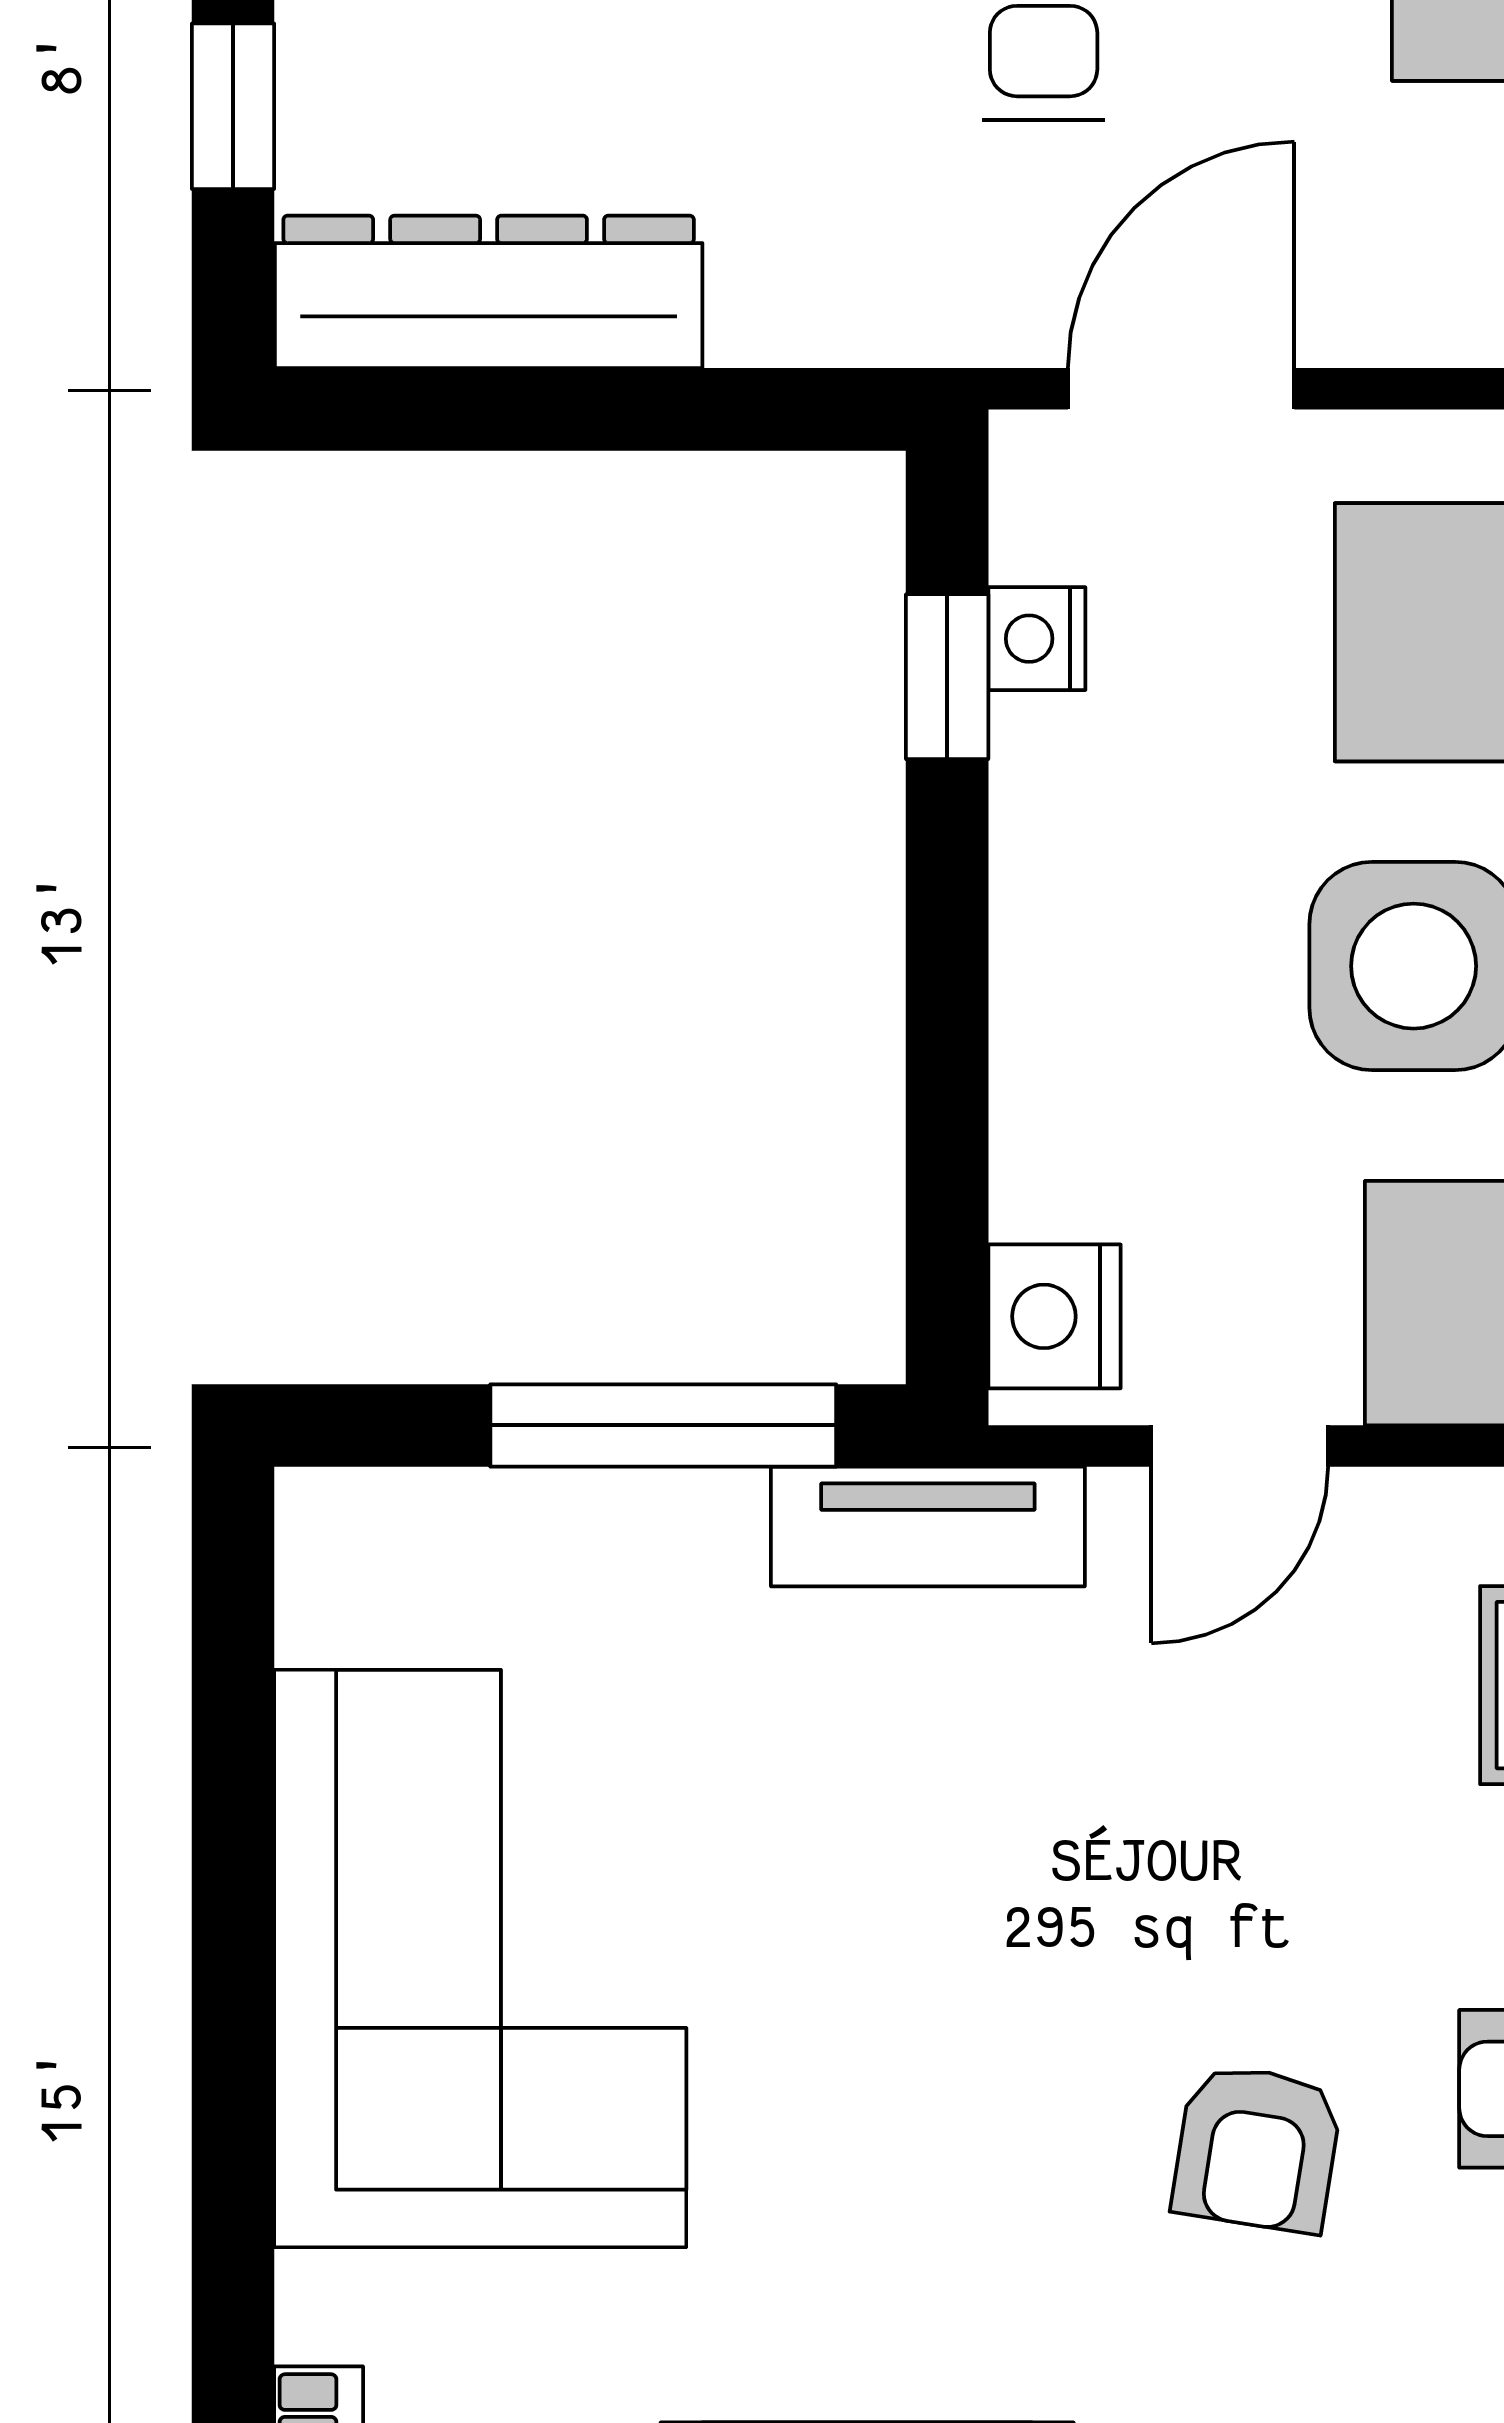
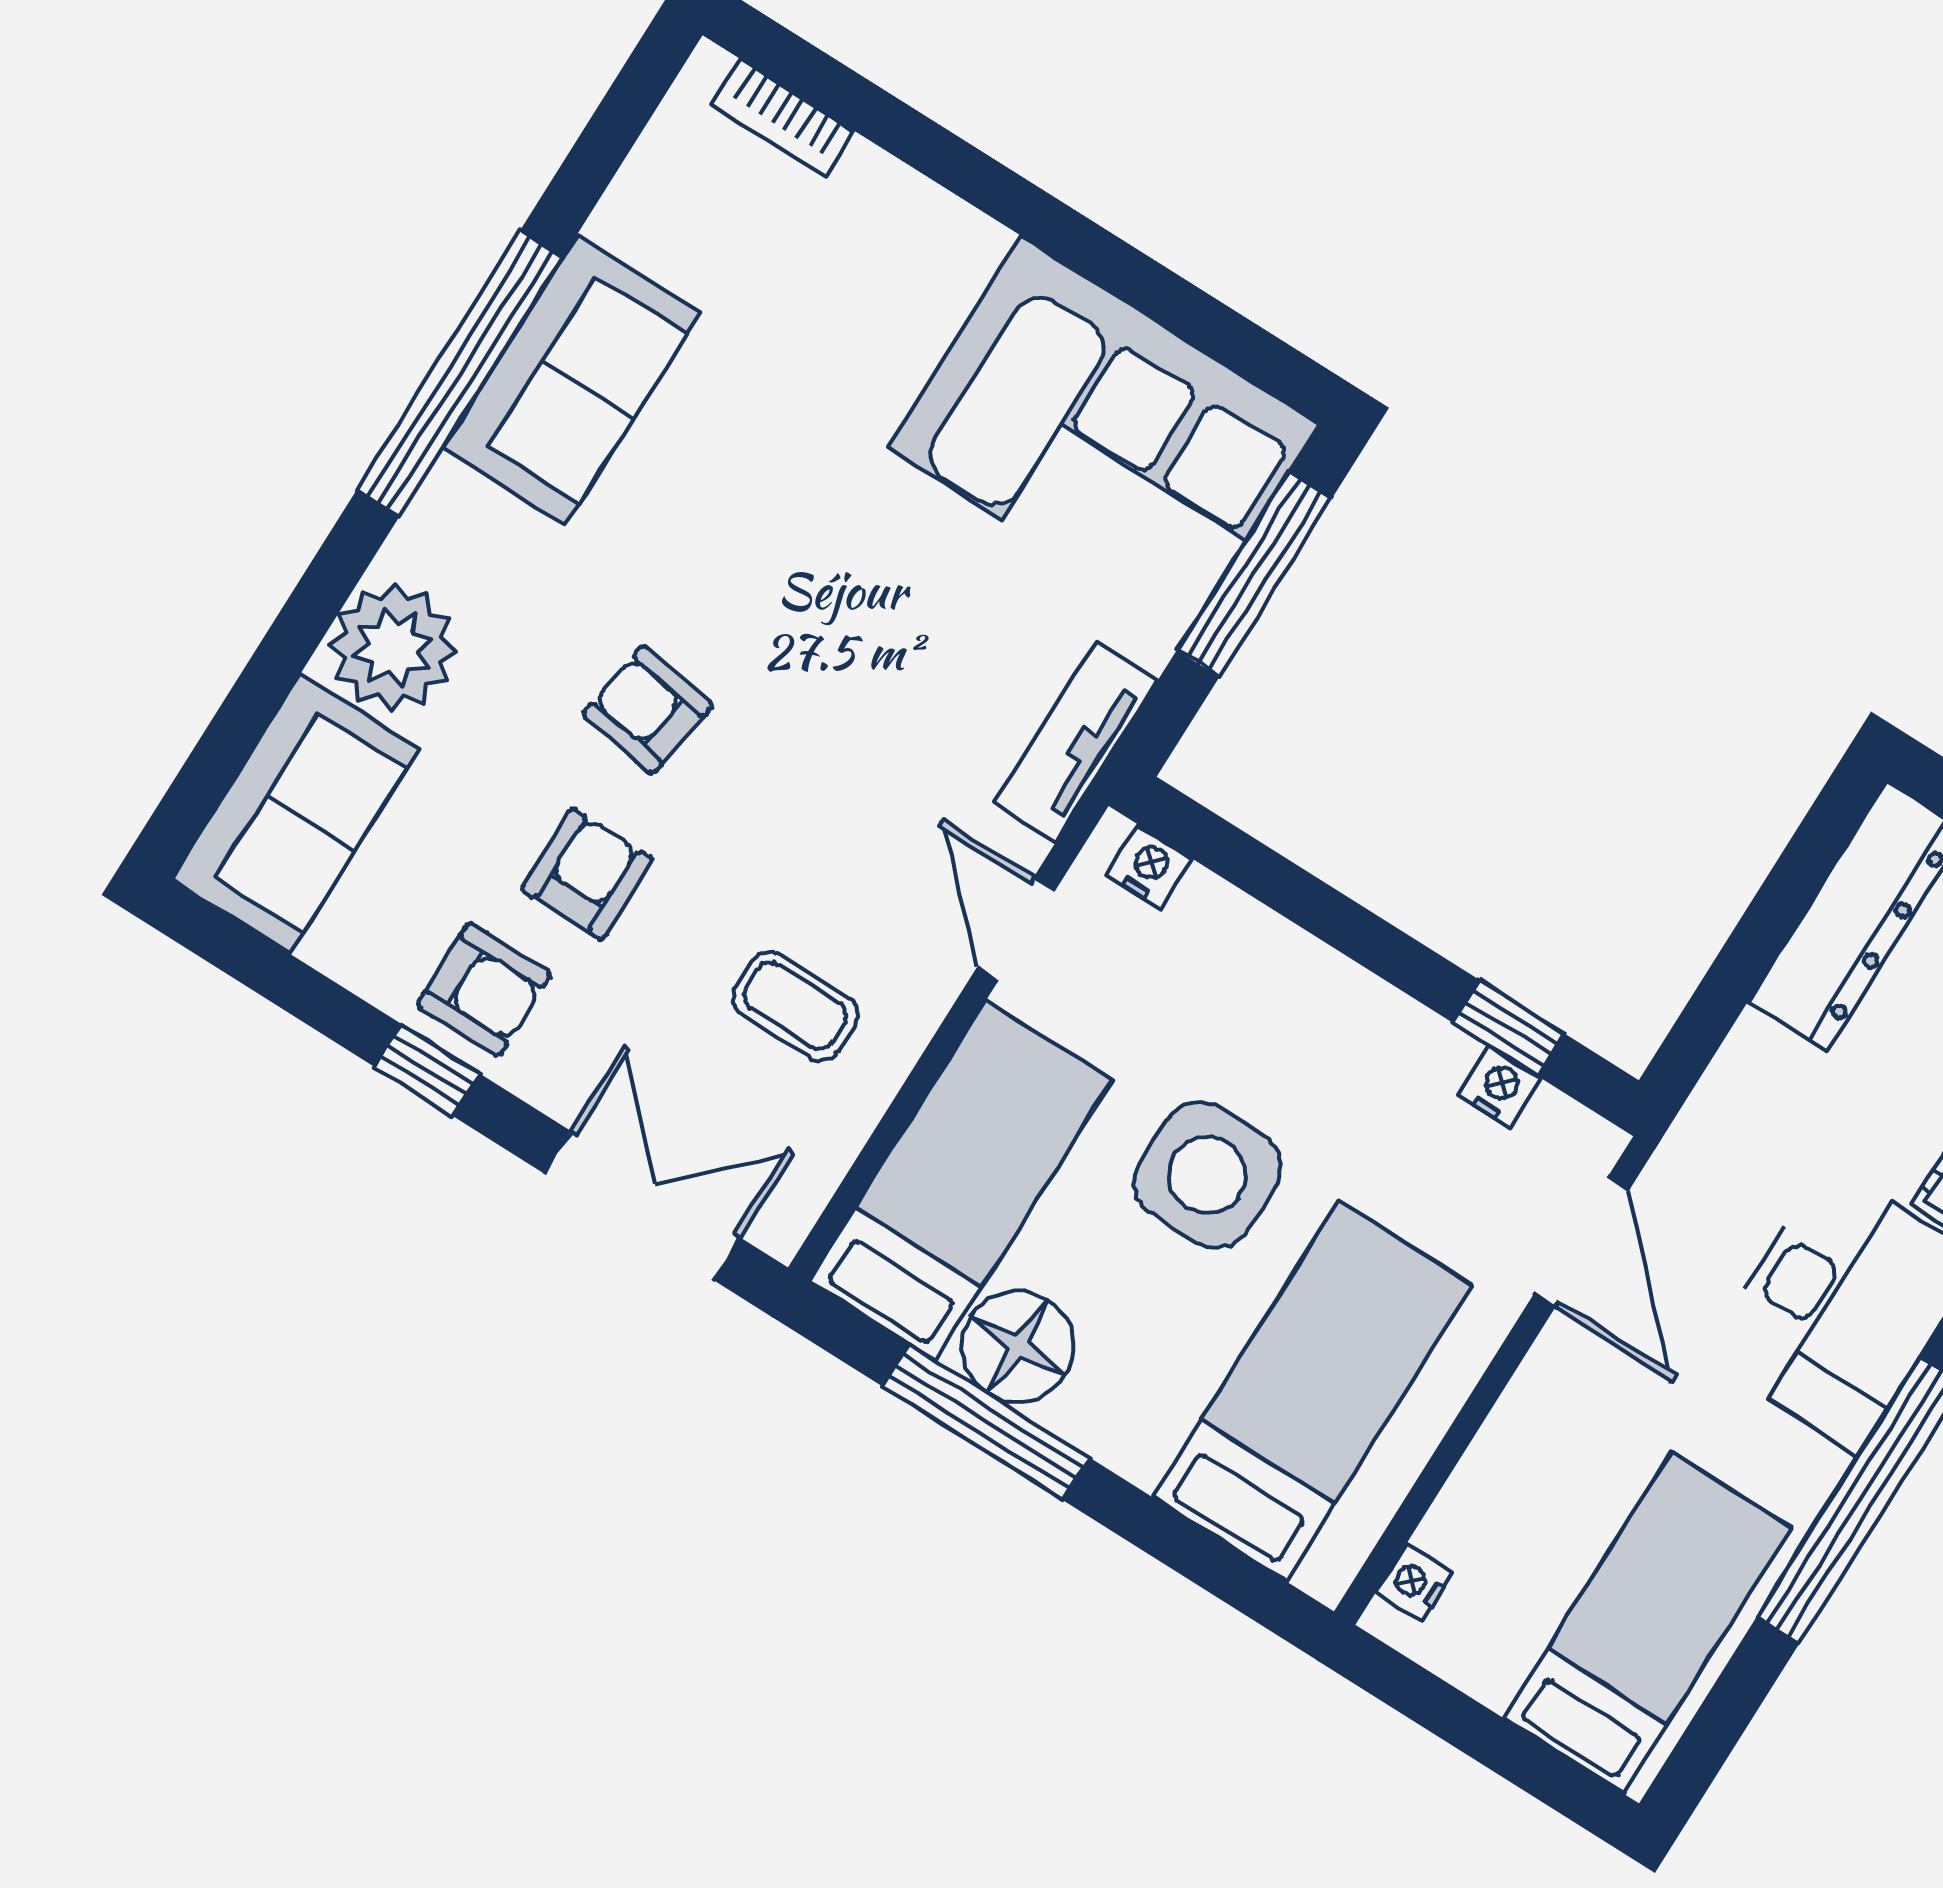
nightstand: (1054, 1316) -> (1149, 867), width x0.72, depth x0.74
window: (663, 1425) -> (1254, 574), moved
corner sofa: (480, 1959) -> (1103, 436), moved

